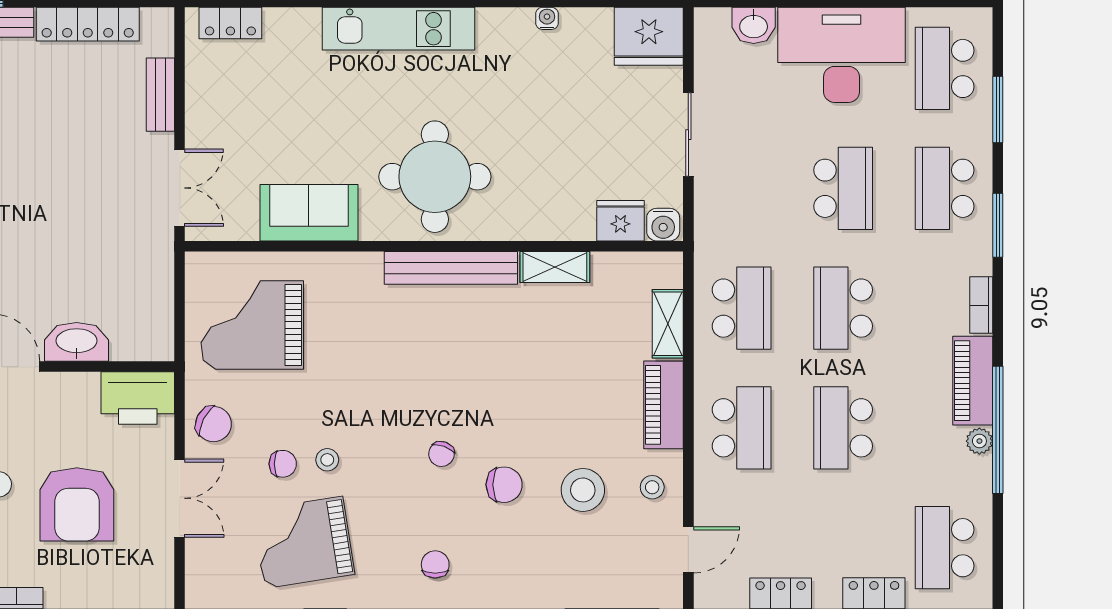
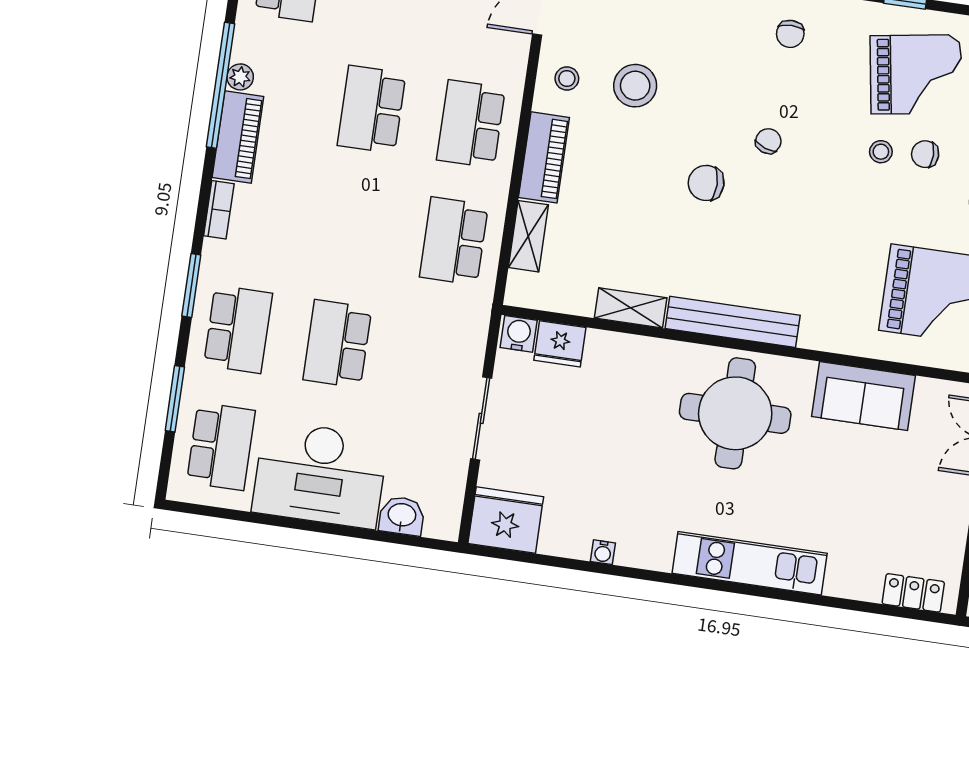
school desk: (843, 308) -> (355, 227), removed
school desk: (843, 428) -> (372, 109), turned 180
chair: (504, 485) -> (706, 183), moved

